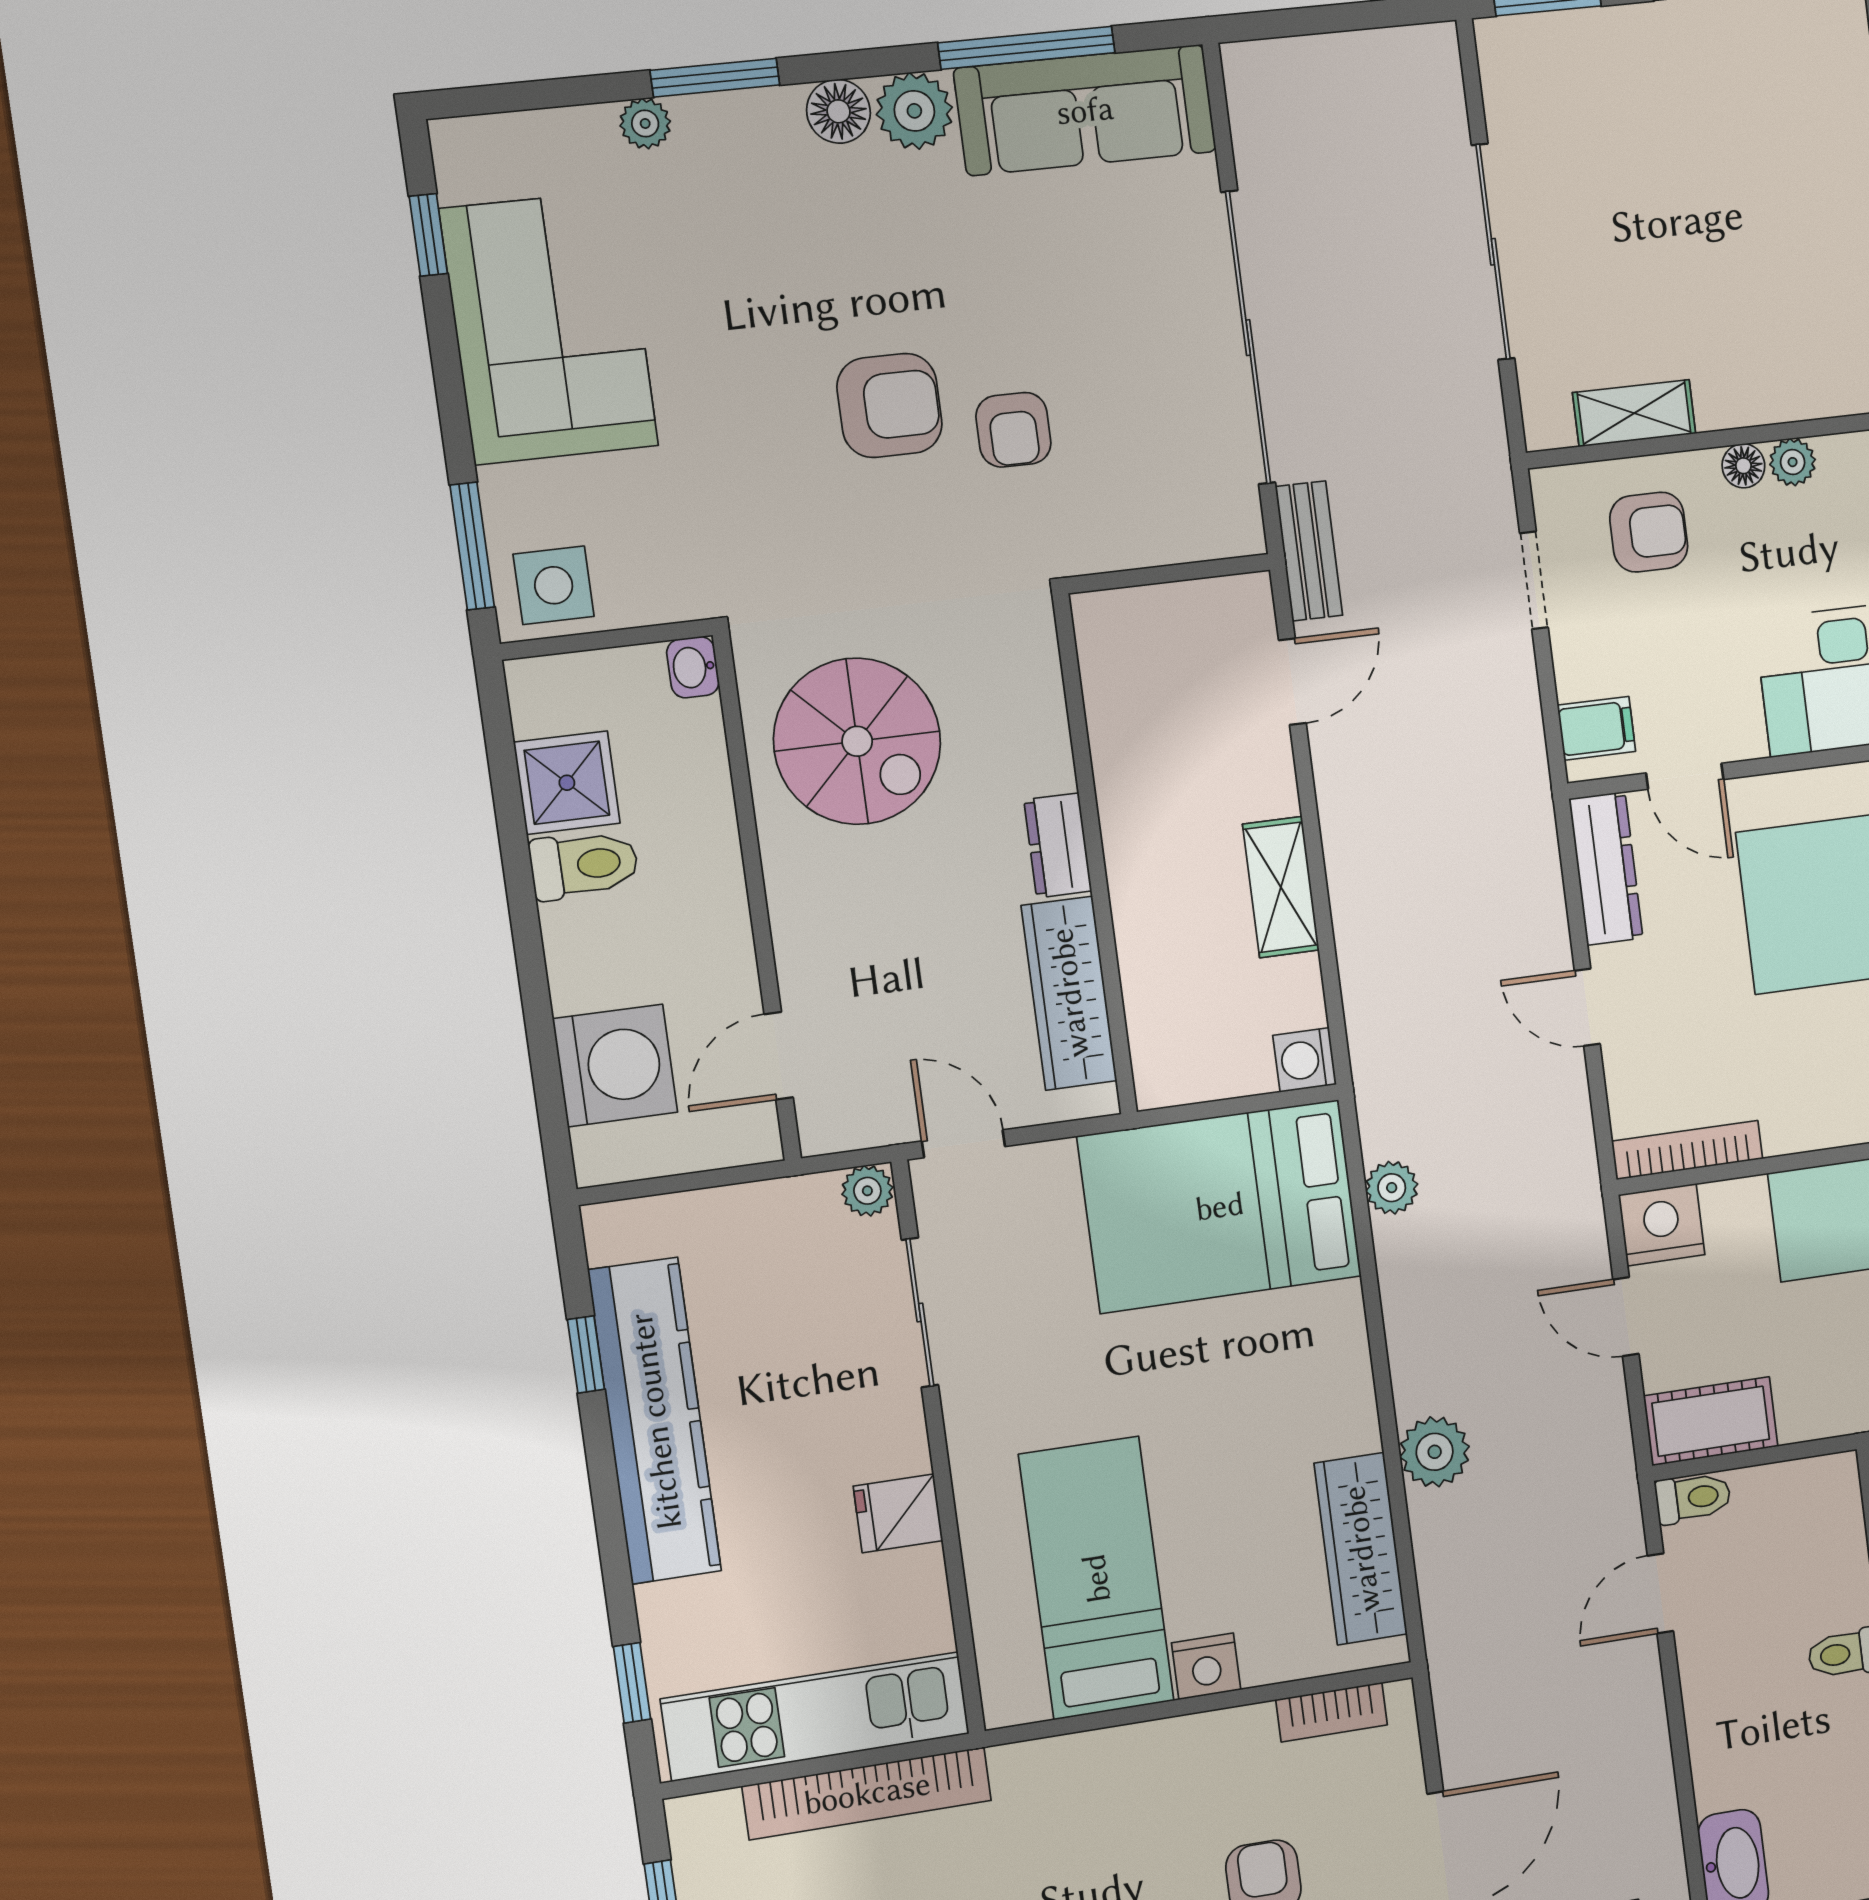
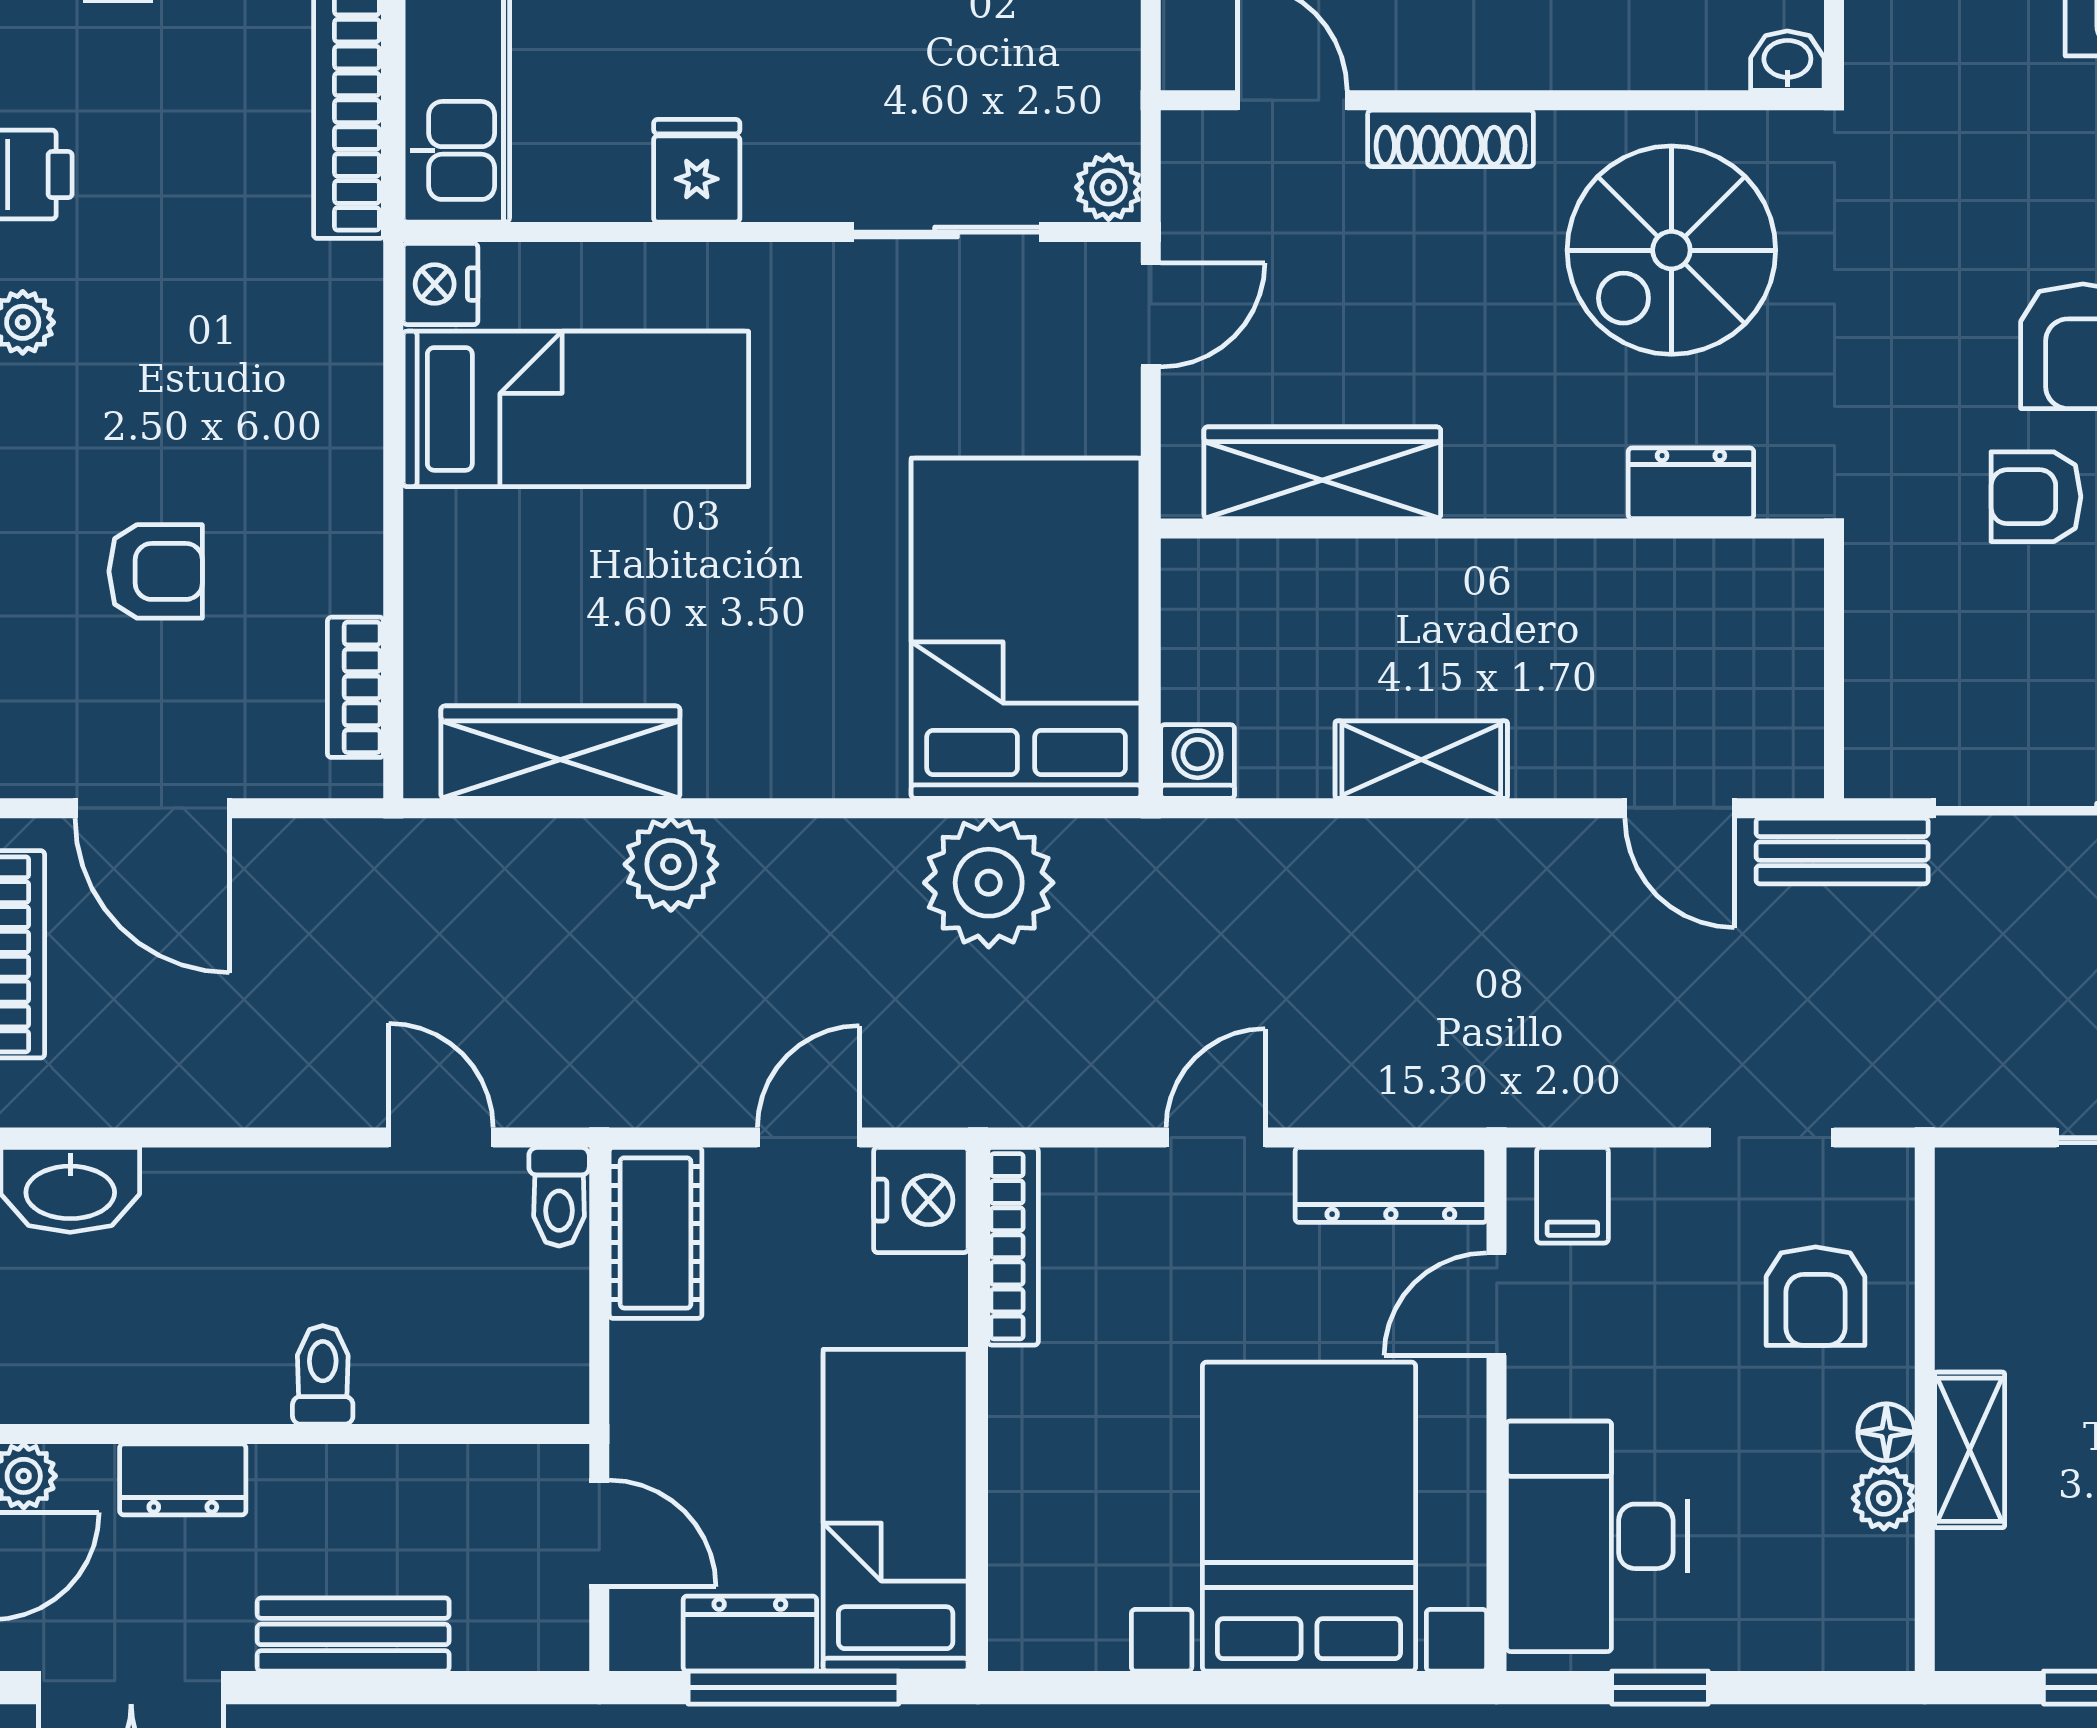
shelving: (1634, 413) -> (1970, 1450), moved
dresser: (1058, 845) -> (1691, 483), moved
shoe rack: (792, 927) -> (1451, 138), added
plant: (1392, 1188) -> (989, 883), width x1.87, depth x1.87
nightstand: (1206, 1666) -> (441, 284), moved

